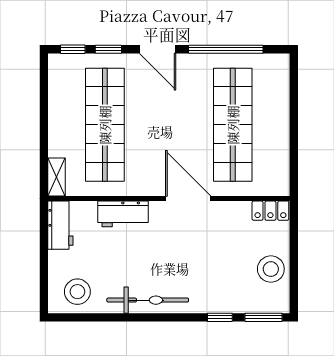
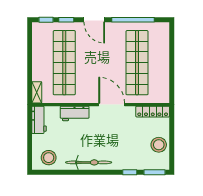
locker: (270, 211) -> (153, 112), width x1.53

